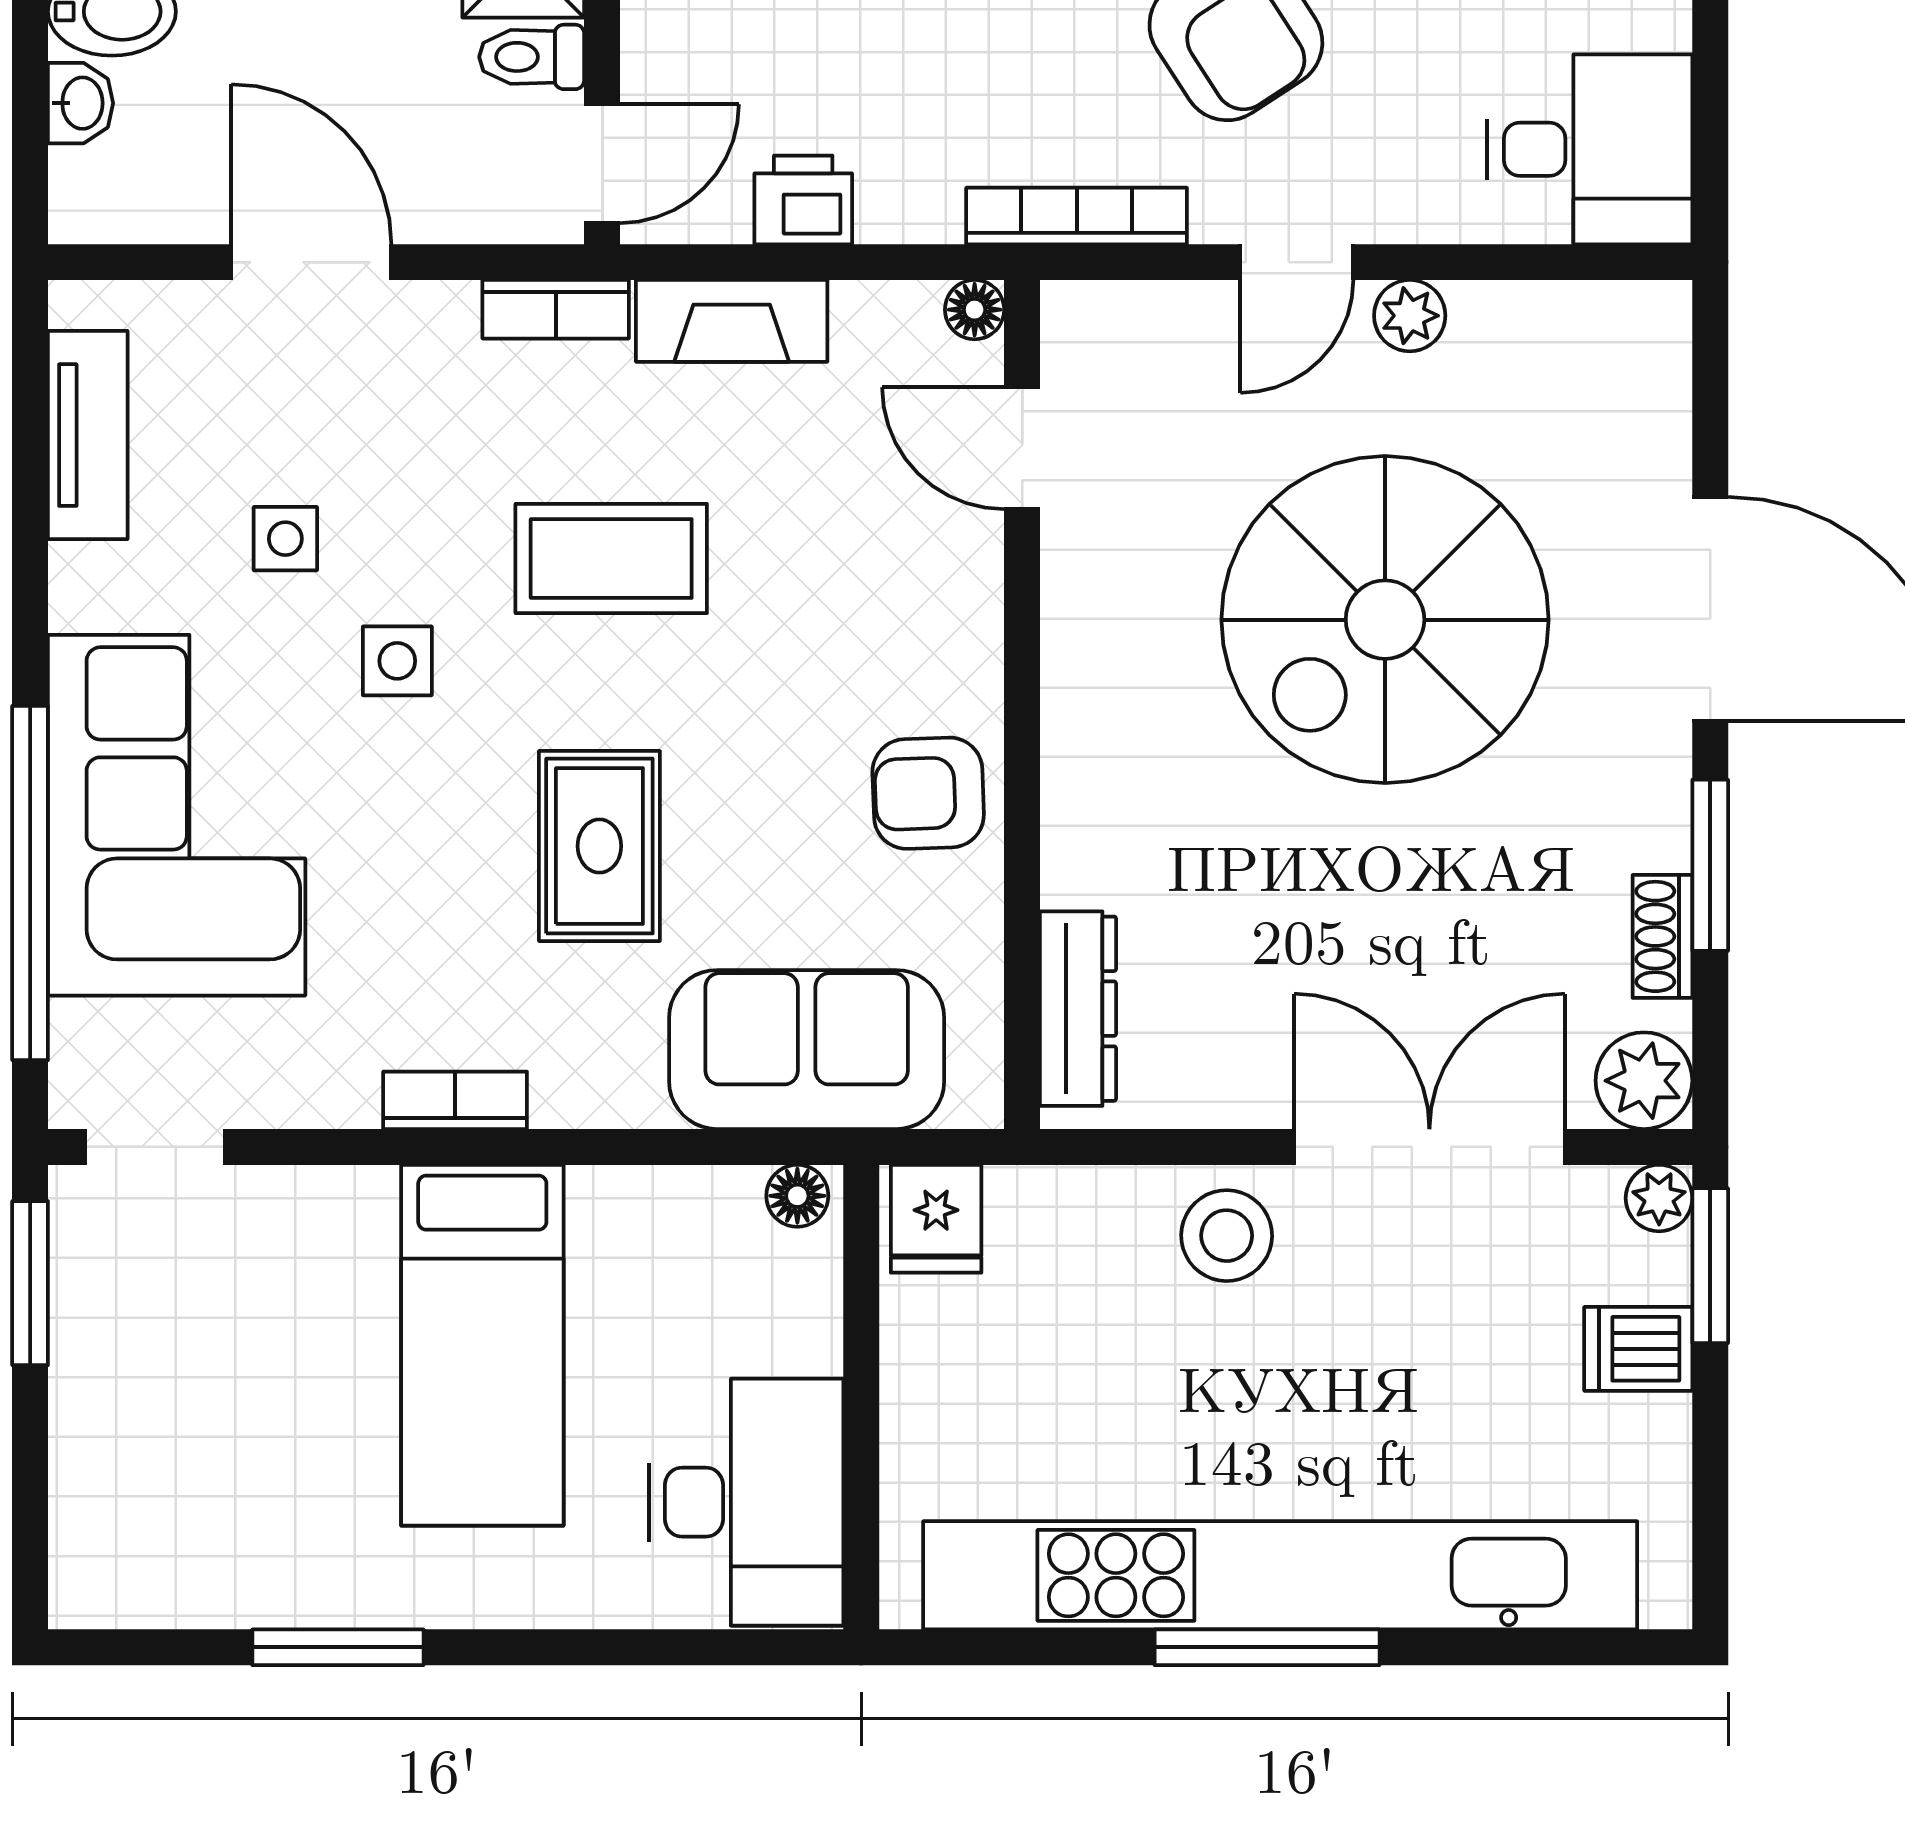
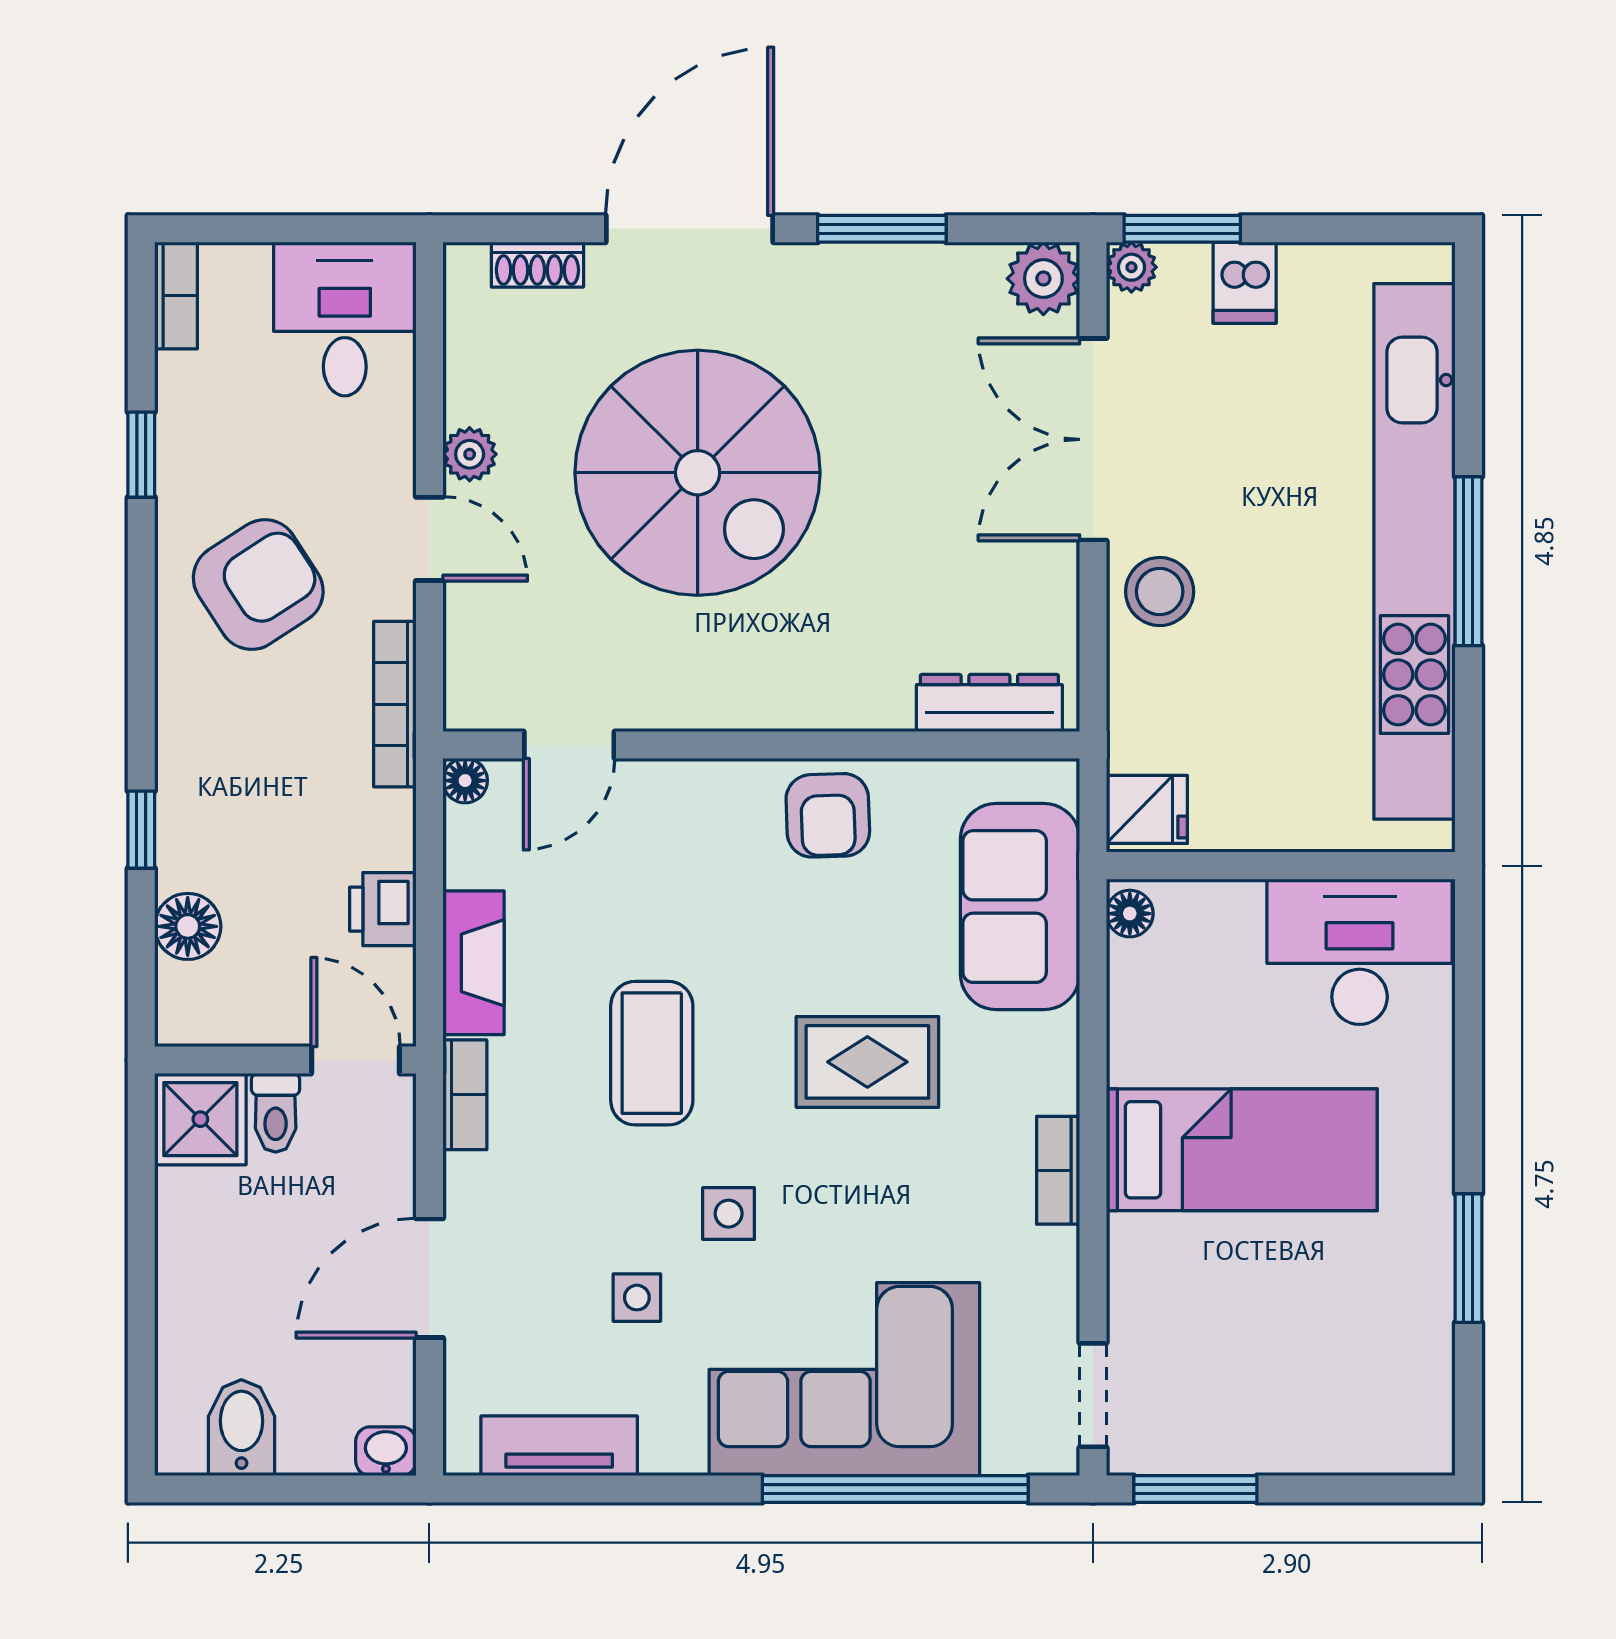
washbasin: (80, 103) -> (386, 1451), moved
shoe rack: (1662, 936) -> (537, 265), moved

